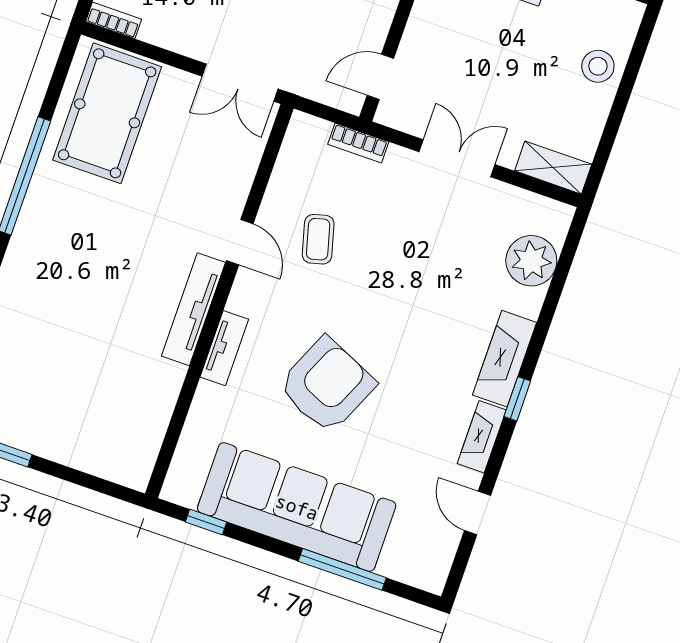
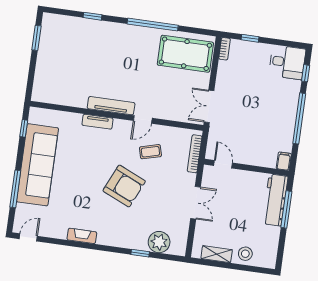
bookcase: (358, 143) -> (195, 154), width x1.56
shelving: (553, 168) -> (217, 254), moved, turned 90
fireplace: (504, 359) -> (116, 239), removed
armchair: (327, 385) -> (124, 186), moved
window: (517, 399) -> (140, 253), moved
door: (478, 513) -> (28, 237), moved

